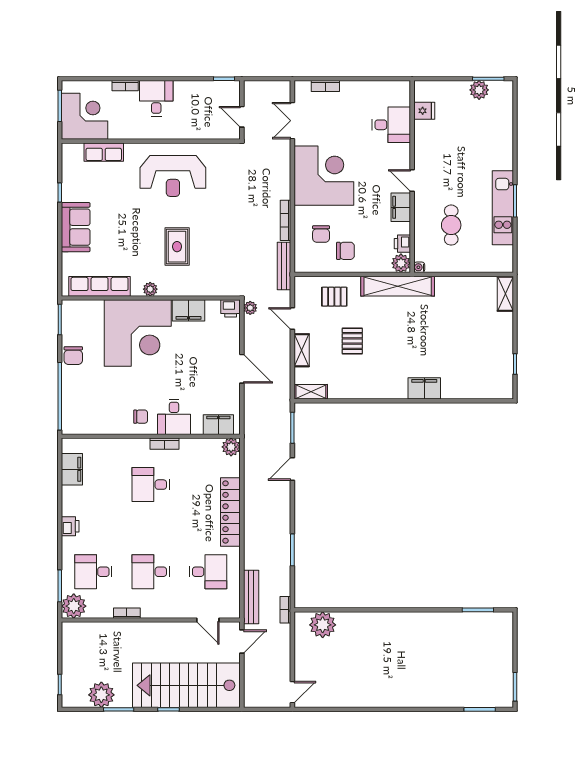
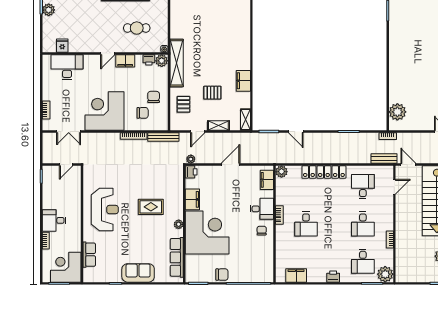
desk: (391, 125) -> (67, 67), width x1.37
filing cabinet: (424, 388) -> (243, 81), moved
bench: (251, 597) -> (384, 159), width x0.73

